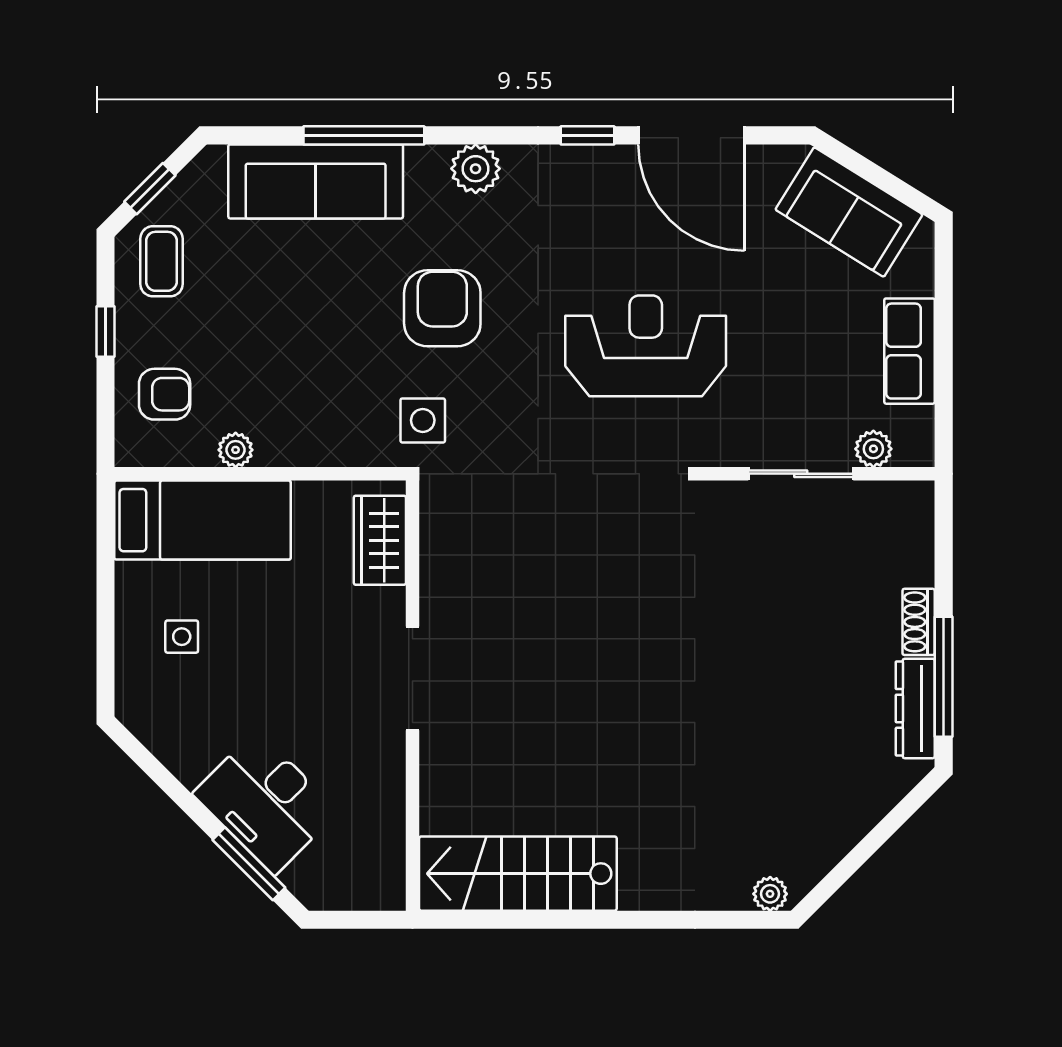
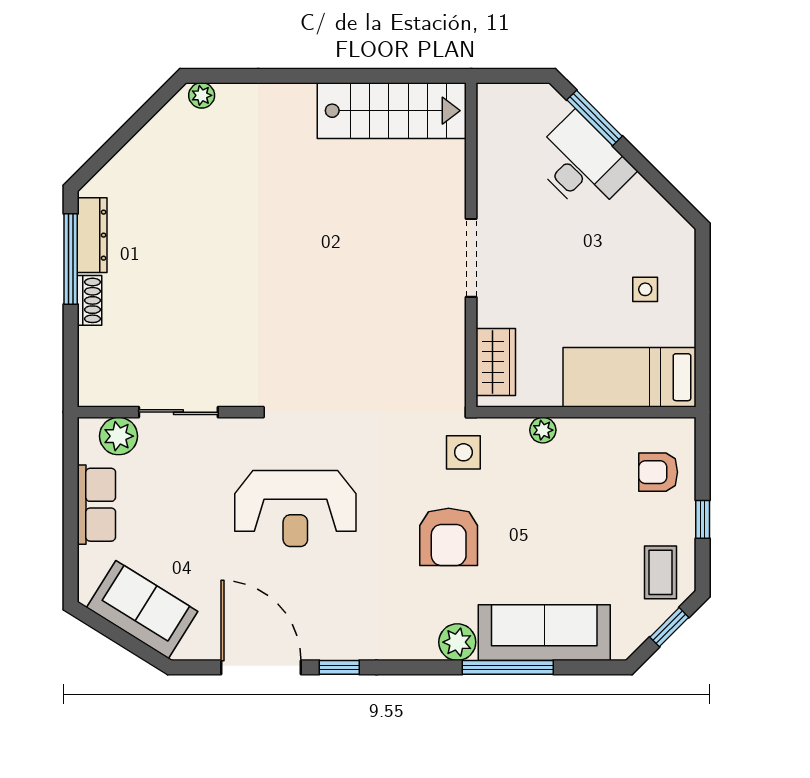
plant: (476, 169) -> (457, 642), moved
plant: (873, 449) -> (119, 436), width x1.38, depth x1.38
plant: (236, 450) -> (543, 430), moved

